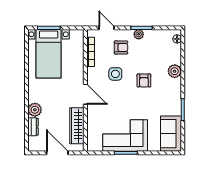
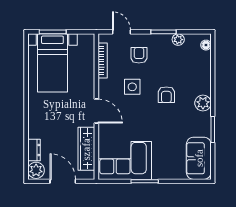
plant: (139, 34) -> (178, 40), moved
armchair: (121, 47) -> (139, 55), turned -90
plant: (175, 71) -> (203, 103), moved
plant: (35, 110) -> (36, 170), moved
corner sofa: (125, 136) -> (125, 161), moved

